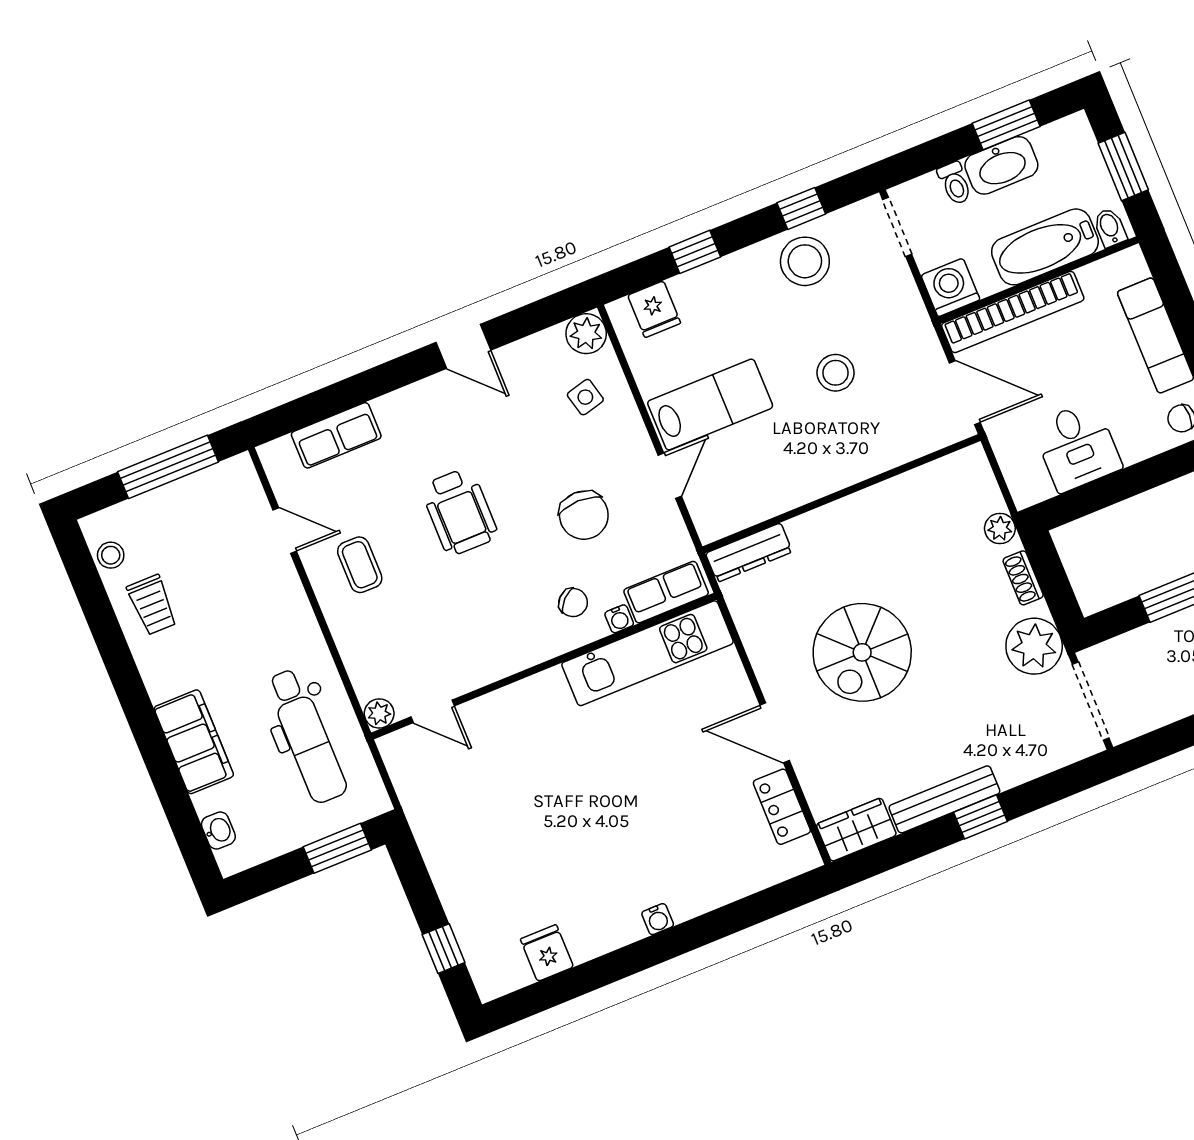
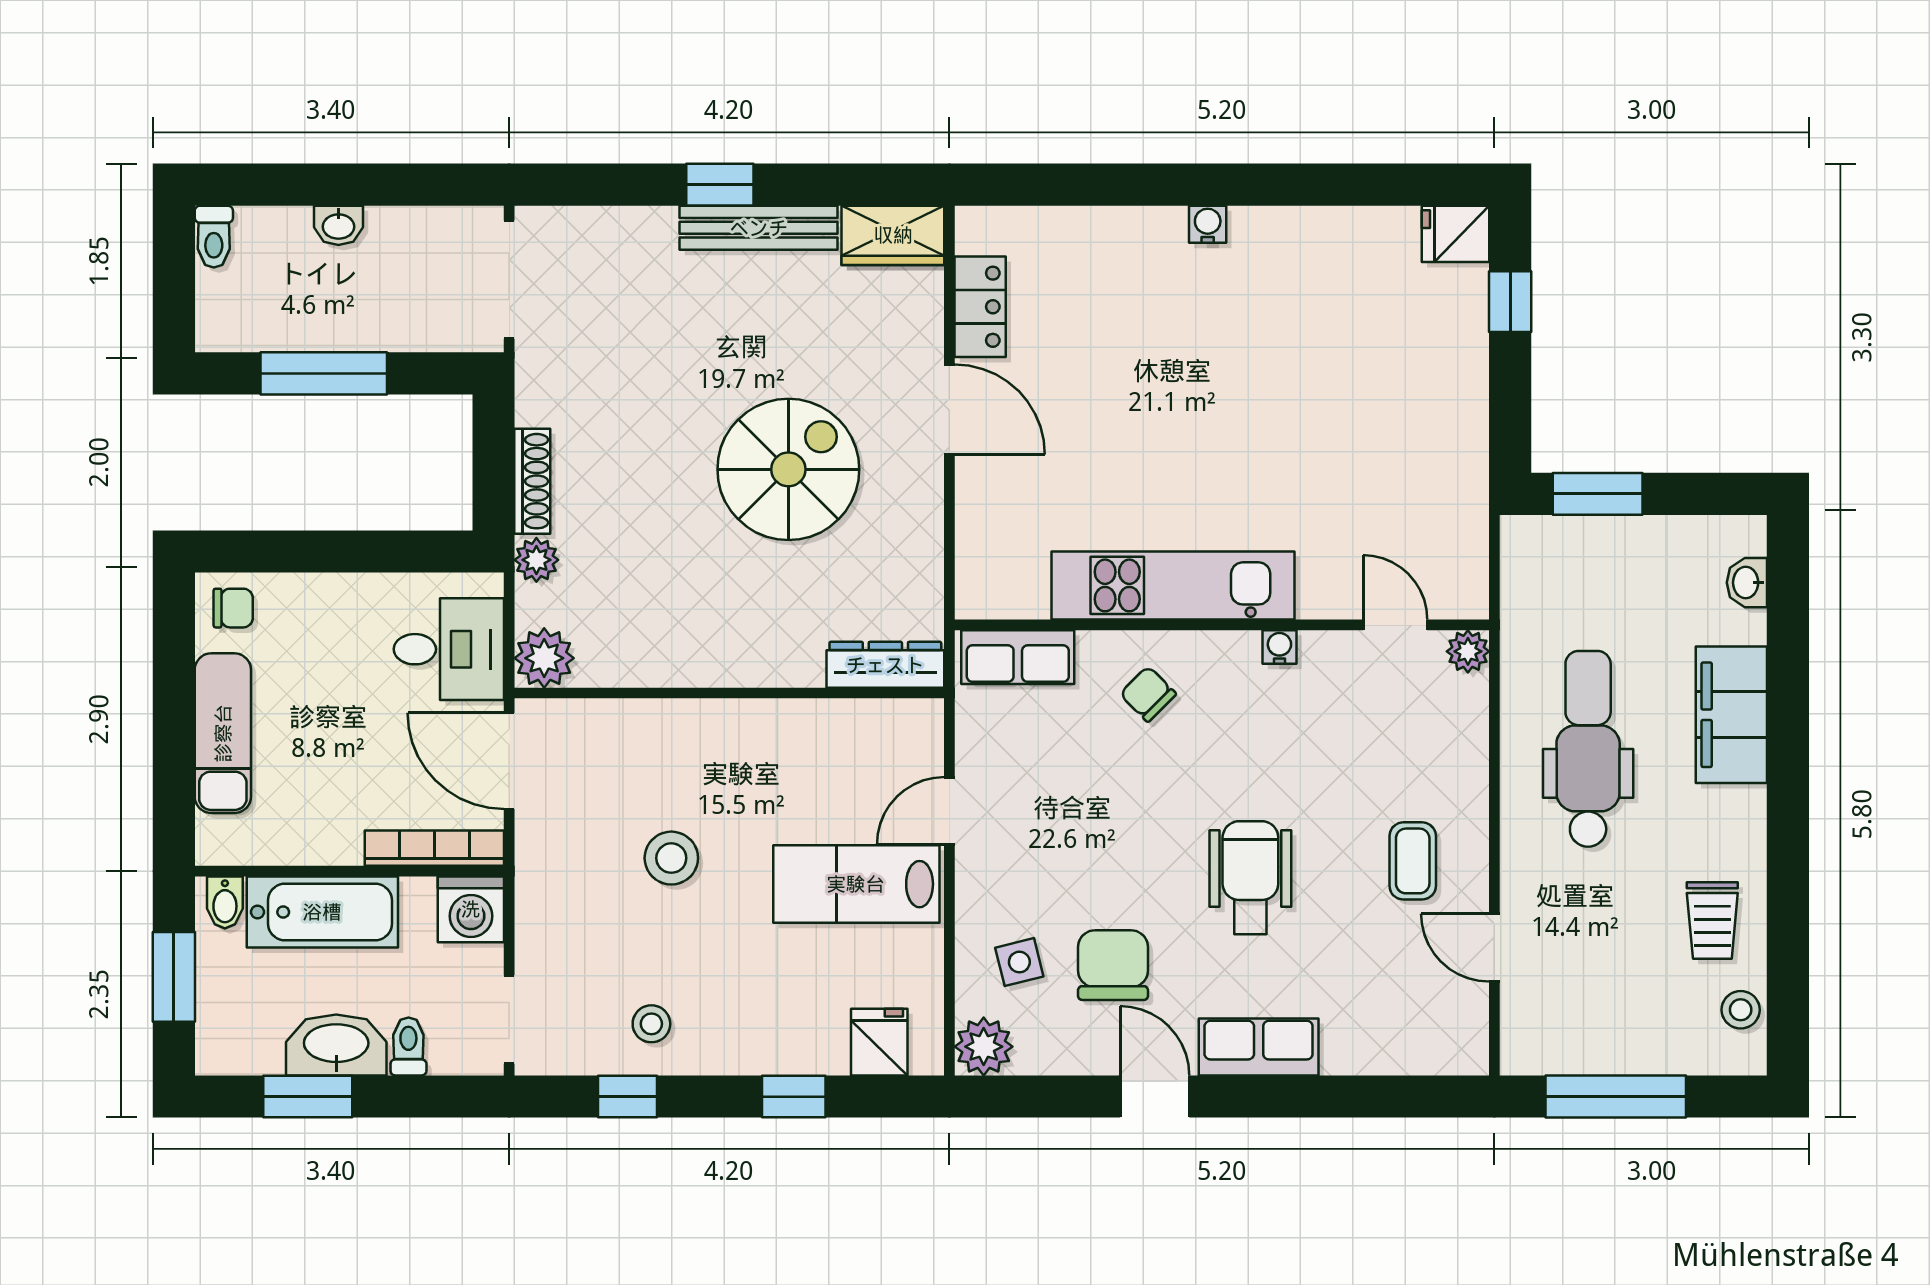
stool: (805, 261) -> (651, 1024), width x0.53, depth x0.53
bookcase: (1013, 312) -> (434, 848), width x0.68, depth x0.76
row of seats: (336, 435) -> (1259, 1047), moved
desk: (1077, 446) -> (449, 649), moved, turned 90
chair: (584, 515) -> (1113, 965), moved
shoe rack: (1023, 578) -> (532, 481), width x1.43
trolley: (152, 605) -> (1712, 921), turned 180
water cooler: (619, 619) -> (1279, 647), moved
plant: (1034, 646) -> (544, 658), moved, width x0.73, depth x0.73
kitchen unit: (648, 653) -> (1173, 585), moved
dental chair: (307, 736) -> (1588, 749), moved
fridge: (547, 953) -> (1456, 234), moved, turned 90

